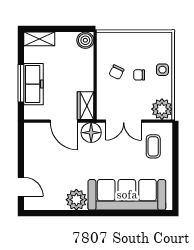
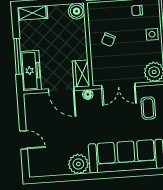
chair: (139, 75) -> (137, 10), moved
freezer: (33, 84) -> (31, 71), moved
floor lamp: (91, 133) -> (88, 94), width x0.53, depth x0.53
door: (21, 187) -> (23, 140), moved

